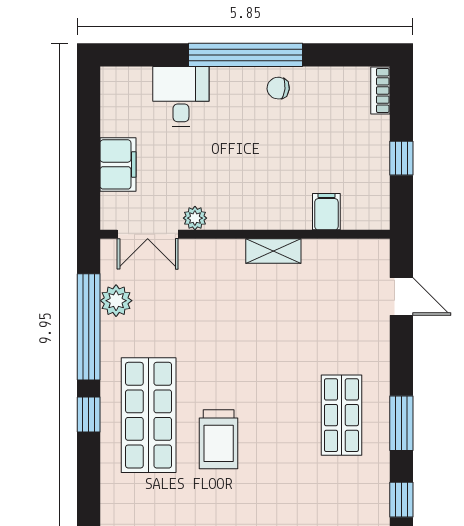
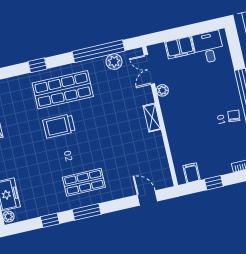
desk: (181, 97) -> (208, 47), moved, turned -90
filing cabinet: (326, 212) -> (191, 173), moved, turned -90
shelving: (273, 251) -> (152, 118), moved
door: (401, 296) -> (147, 198), swing flipped
window: (89, 415) -> (37, 65), moved

